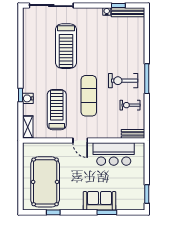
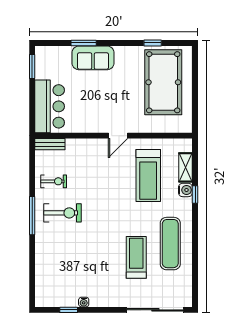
bench: (128, 12) -> (56, 301), removed
treadmill: (66, 46) -> (136, 257), width x0.73, depth x0.73
exercise mat: (89, 96) -> (170, 244), moved
shelving: (28, 127) -> (186, 167), moved
door: (80, 141) -> (118, 136), swing flipped
bar counter: (114, 154) -> (50, 106), moved, turned 90

